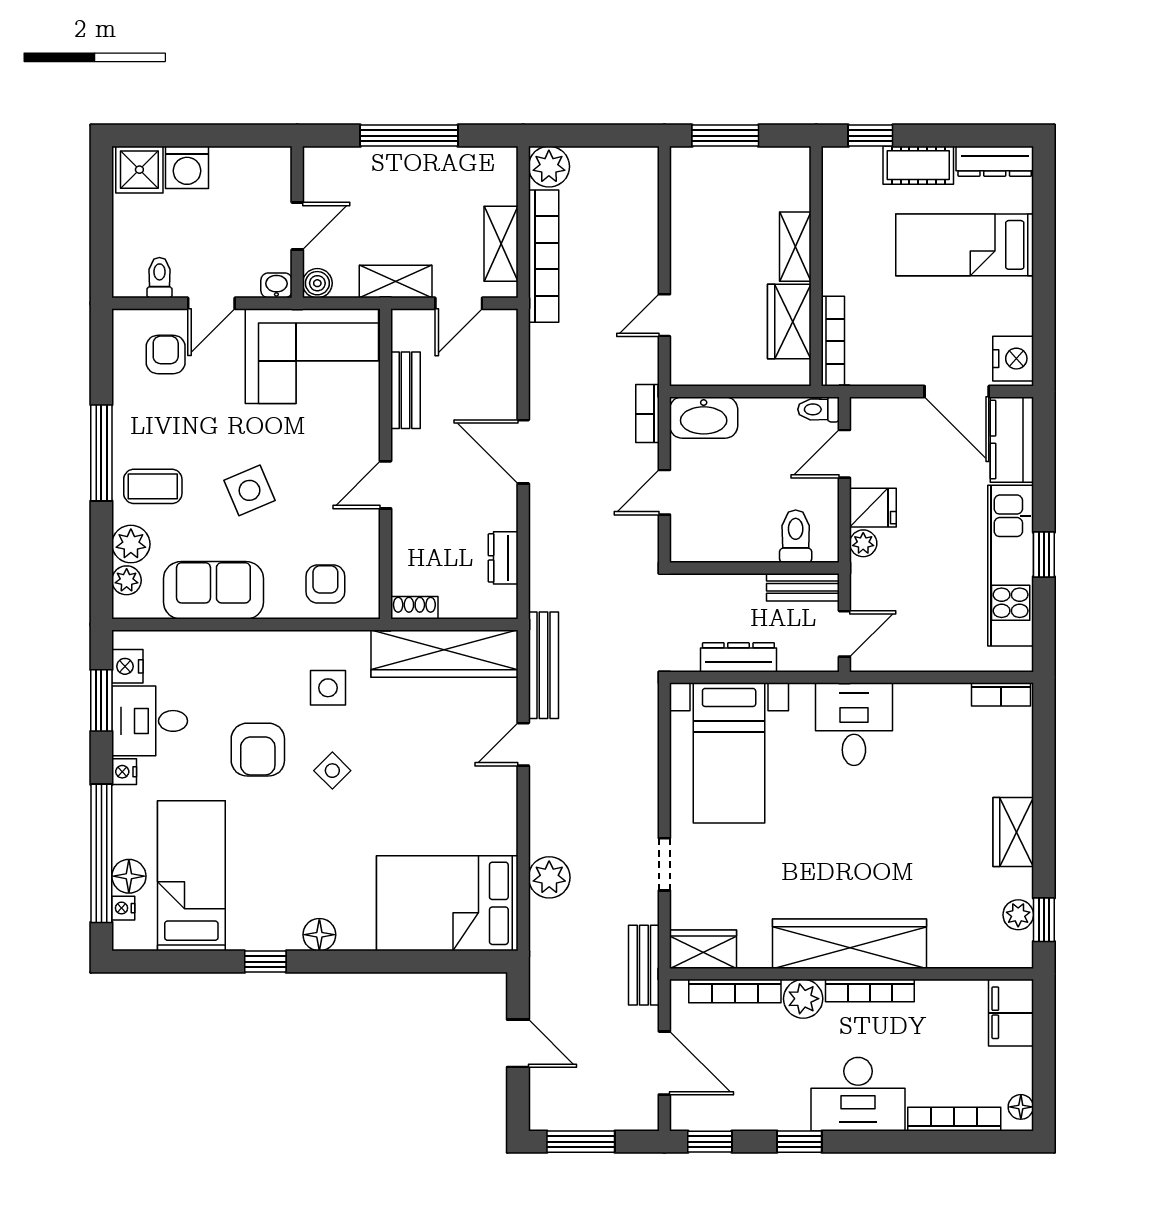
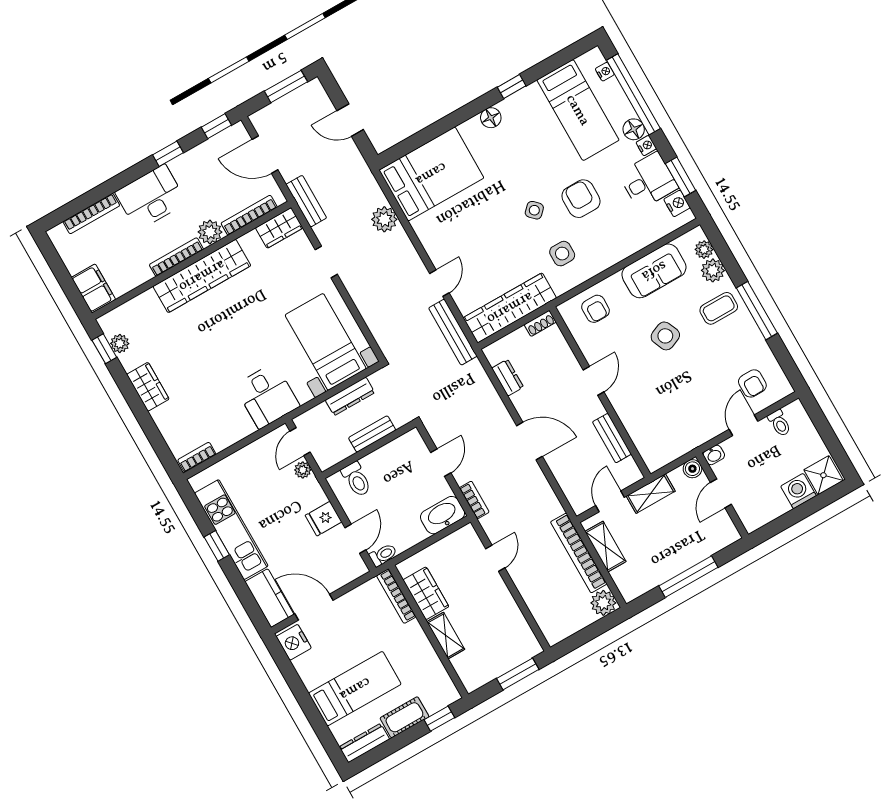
corner sofa: (312, 356) -> (673, 428), removed
plant: (863, 543) -> (303, 470), moved
bench: (803, 587) -> (372, 434), moved
floor lamp: (129, 876) -> (634, 129), moved
floor lamp: (1021, 1107) -> (59, 241), removed

